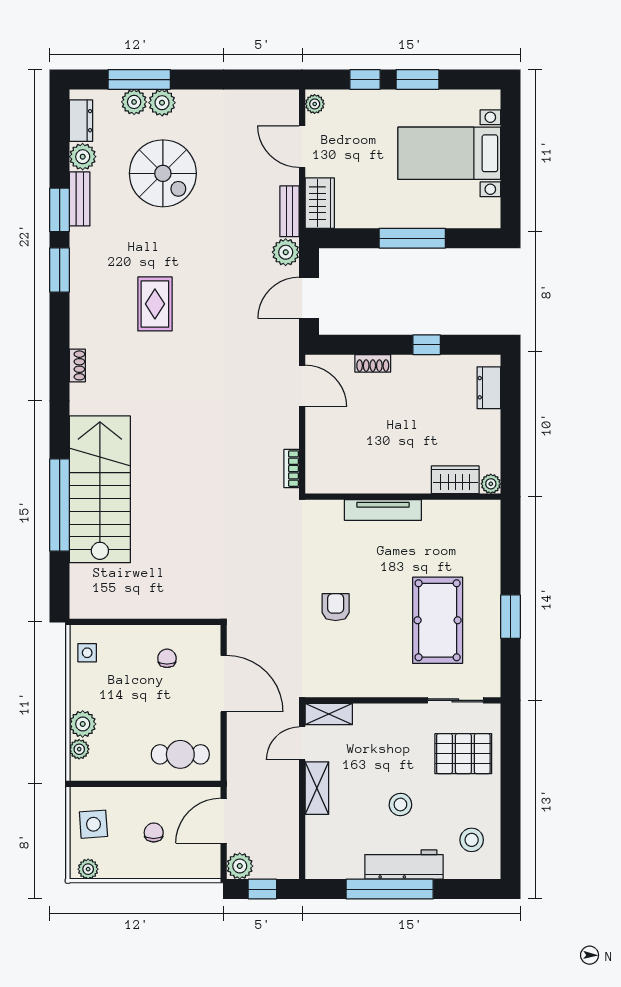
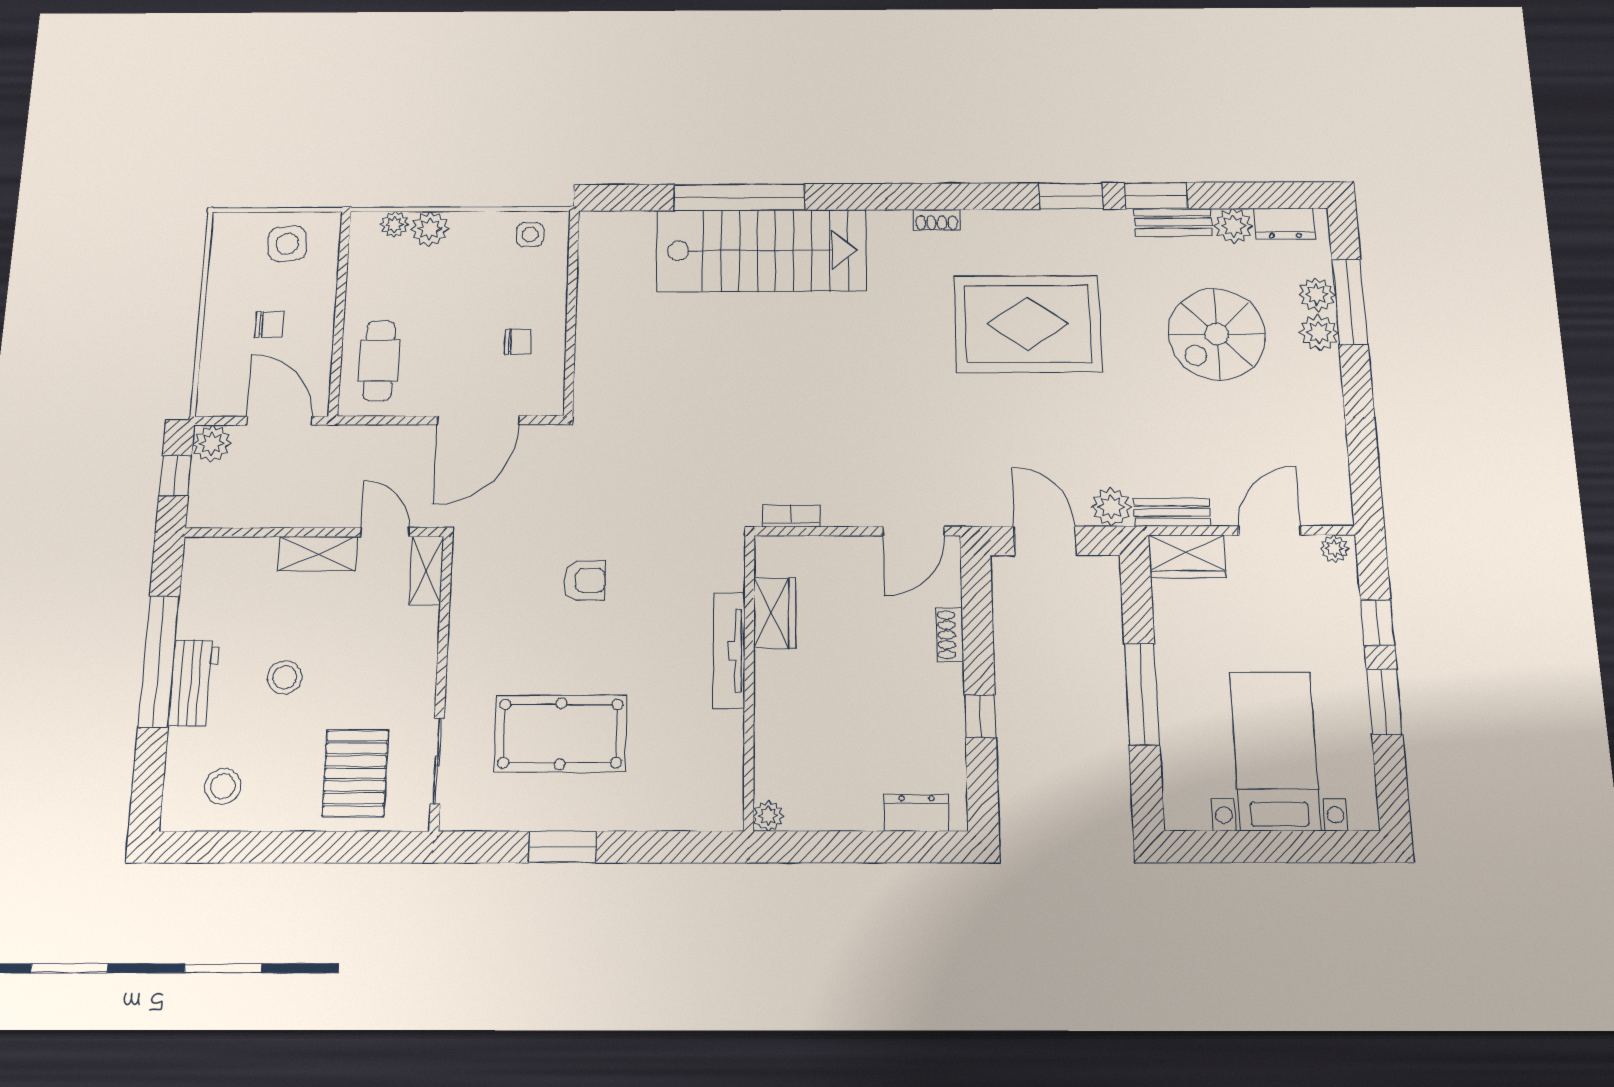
rug: (155, 304) -> (1028, 324), width x1.86, depth x2.06
wardrobe: (455, 480) -> (775, 613), moved
workbench: (404, 865) -> (194, 683), width x0.73
plant: (88, 869) -> (225, 237), removed

